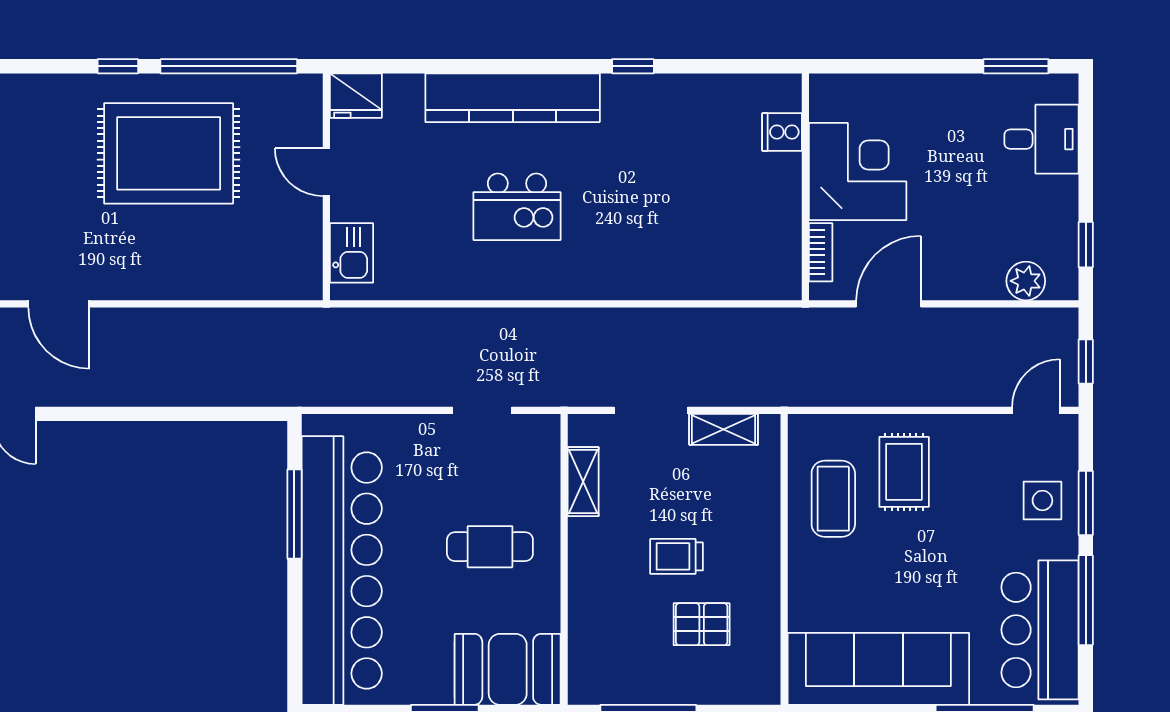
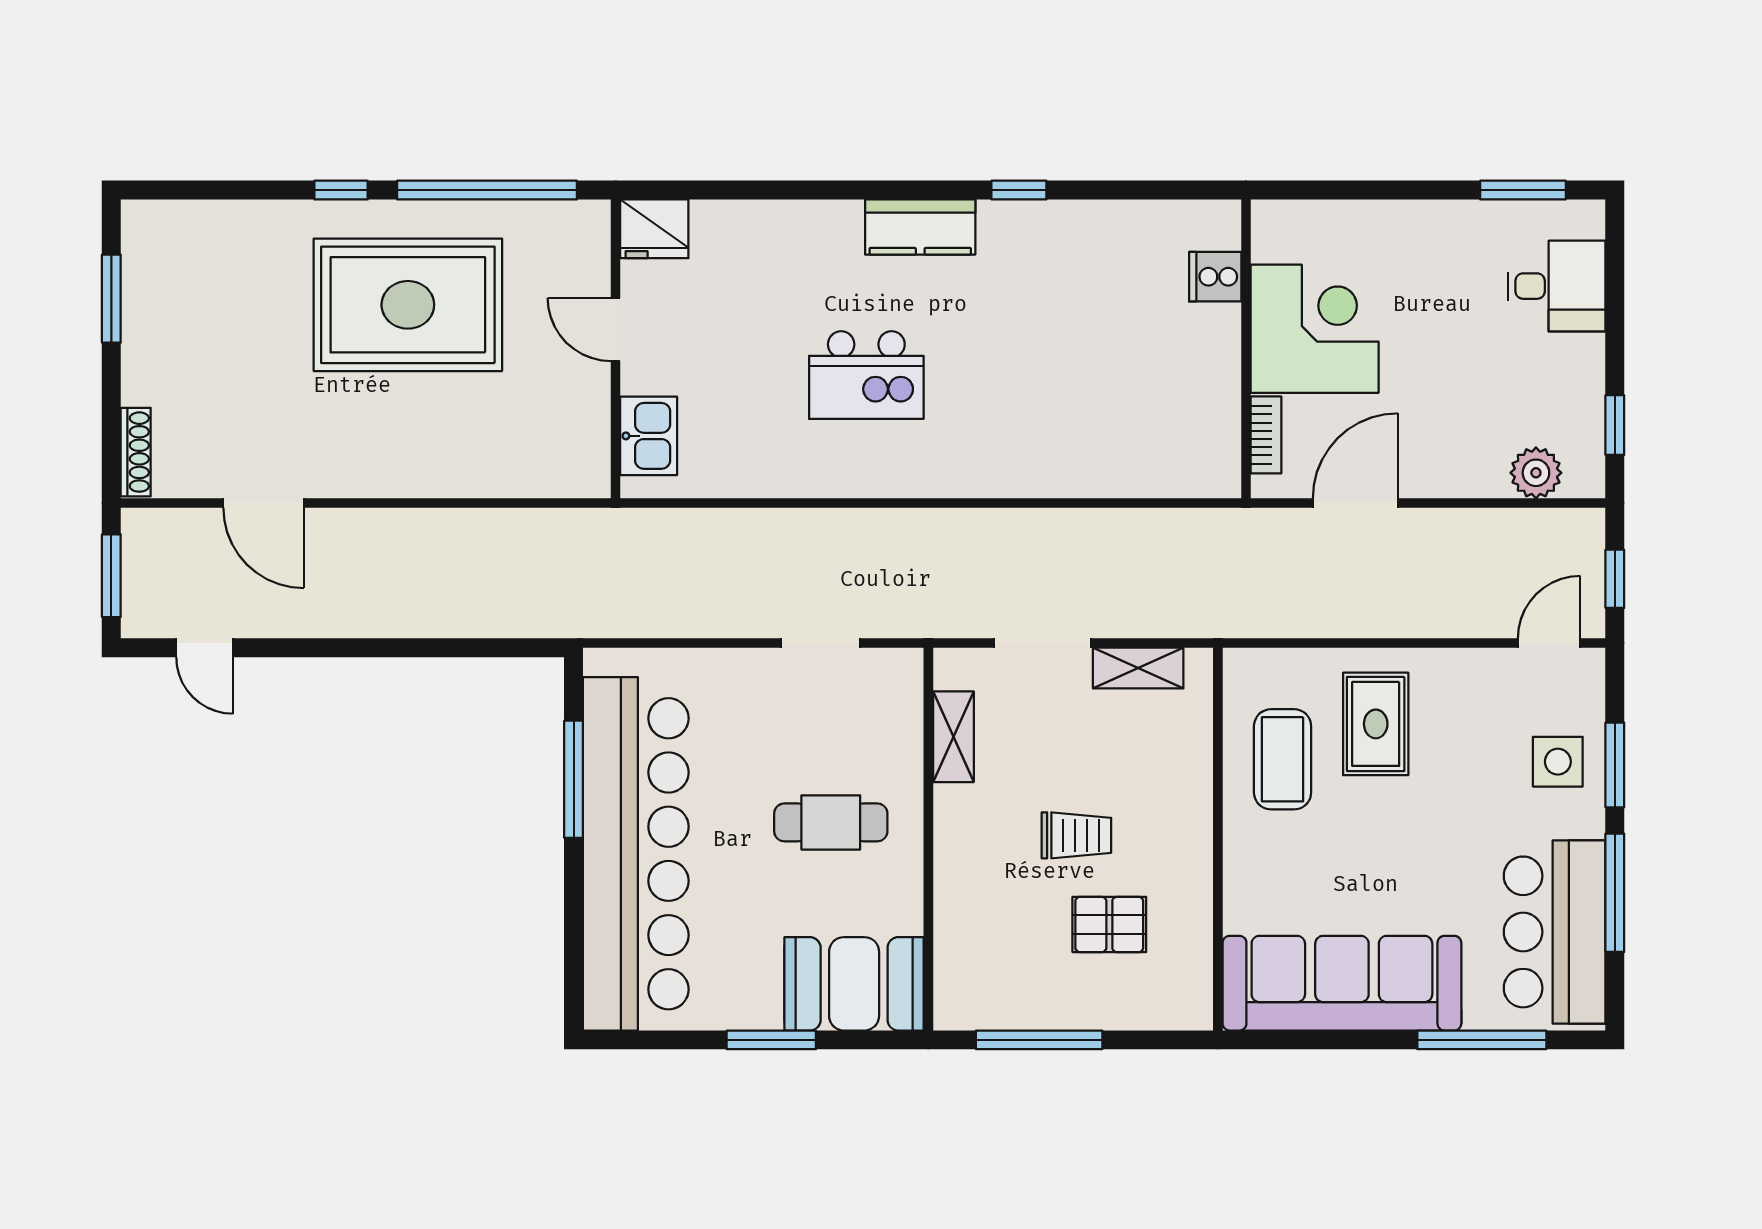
kitchen counter: (513, 98) -> (920, 227), width x0.48, depth x0.86
trolley: (677, 556) -> (1076, 835), turned 180

